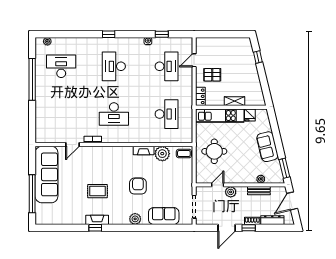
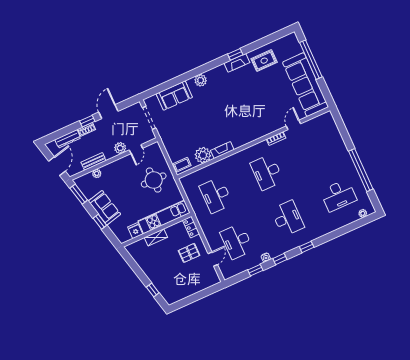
window: (136, 34) -> (280, 259), added
desk: (114, 114) -> (267, 172), turned -90
window: (277, 136) -> (100, 222), added
armchair: (138, 186) -> (212, 113), removed
rug: (98, 191) -> (264, 61), moved

